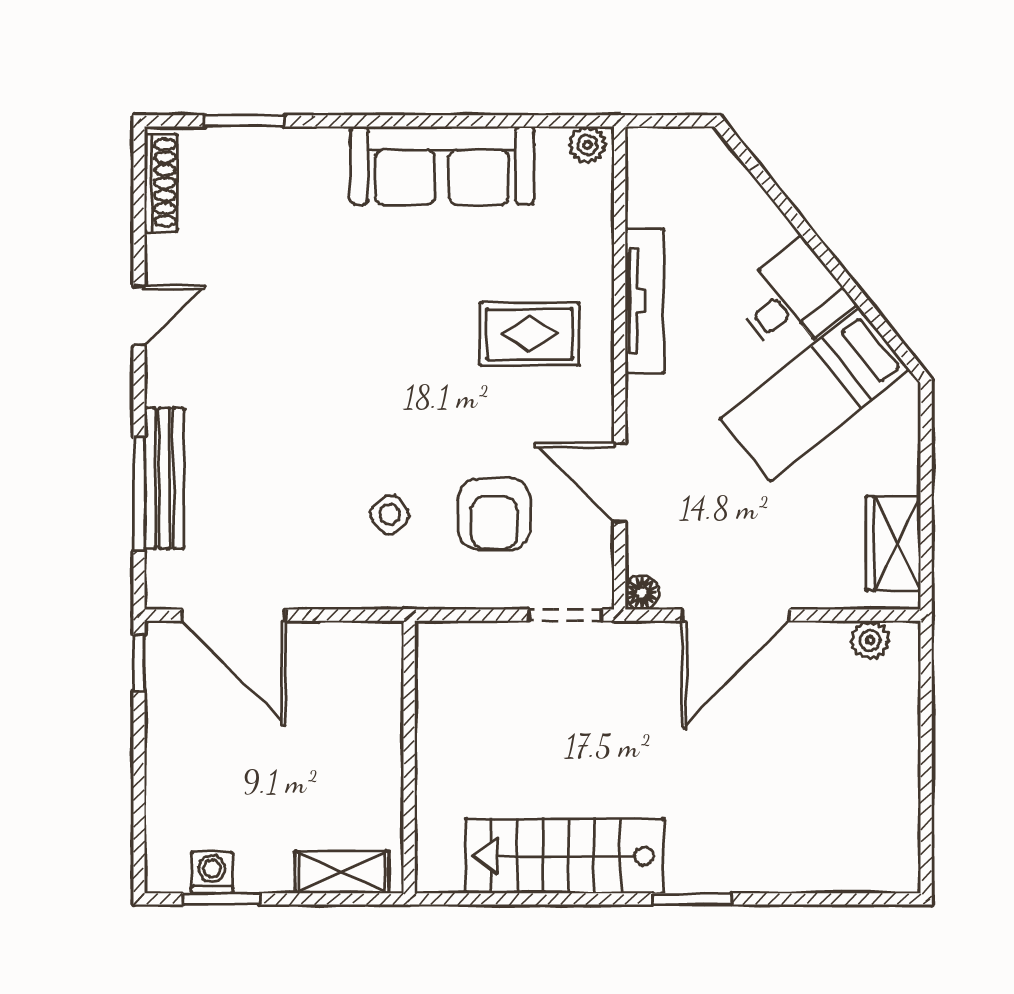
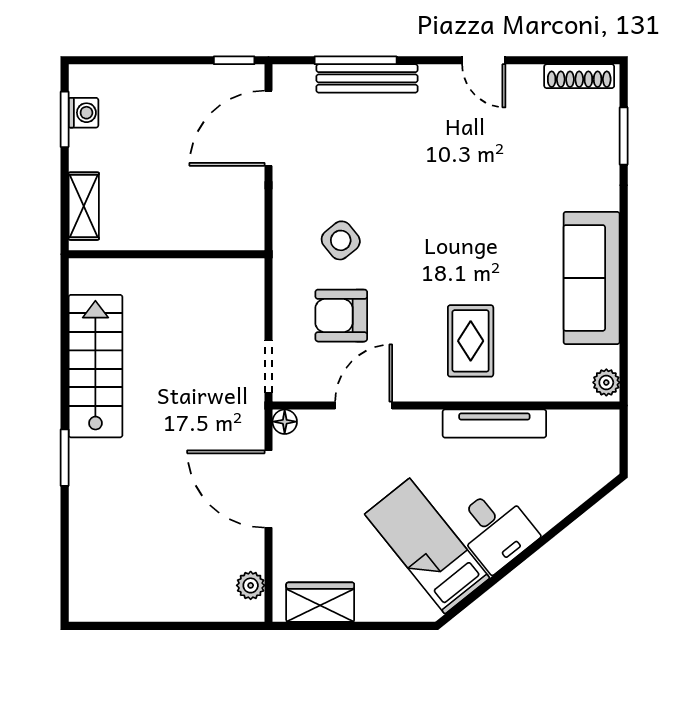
side table: (390, 515) -> (341, 240), width x1.37, depth x1.37

